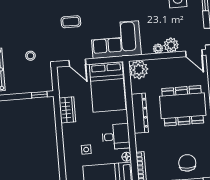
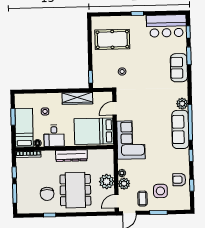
coffee table: (71, 22) -> (142, 199), moved
plant: (139, 70) -> (107, 181), moved
wardrobe: (67, 110) -> (77, 98), width x1.50
chair: (187, 163) -> (47, 194), moved, turned 90

